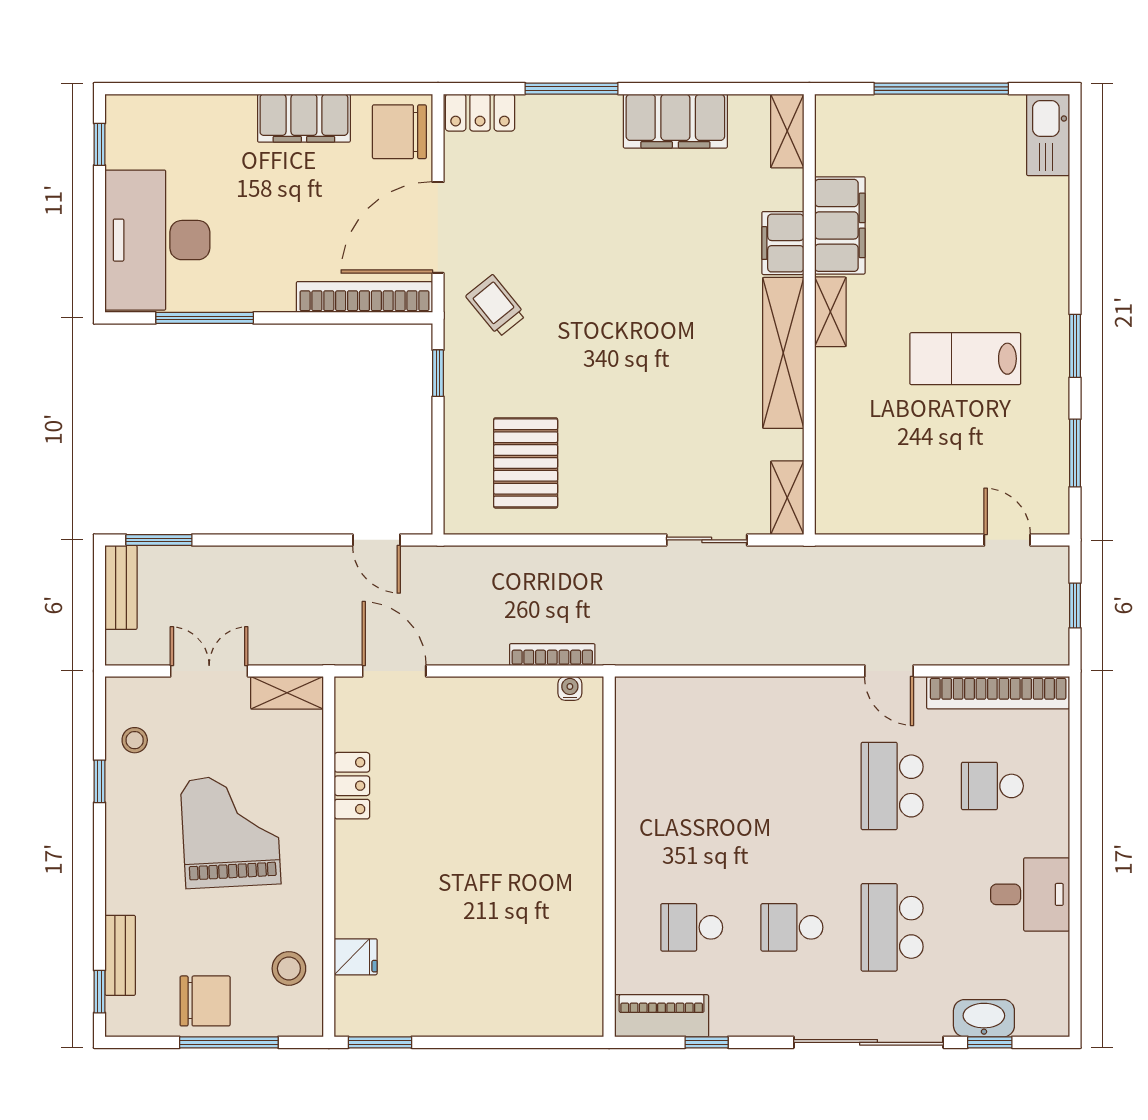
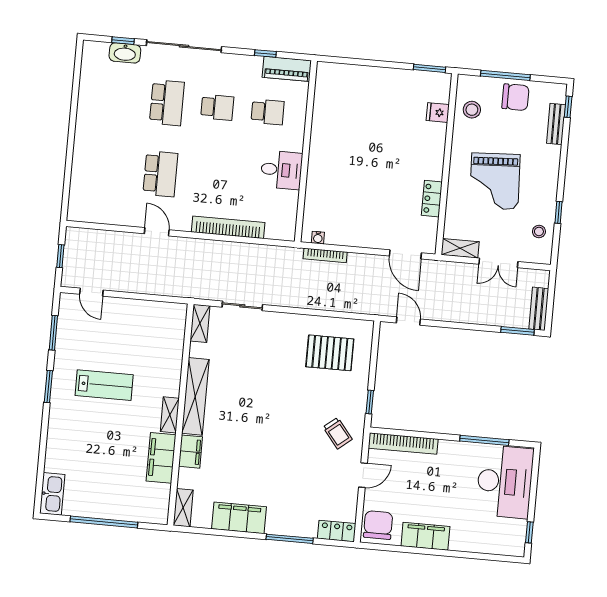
chair: (399, 132) -> (378, 525), turned -90
door: (438, 227) -> (363, 475), width x0.53
pallet: (526, 463) -> (330, 353), turned 90
bookcase: (998, 693) -> (228, 227), moved
school desk: (992, 786) -> (110, 169), removed
desk: (1030, 894) -> (281, 170), moved, turned 180
chair: (205, 1001) -> (515, 97), turned 180

